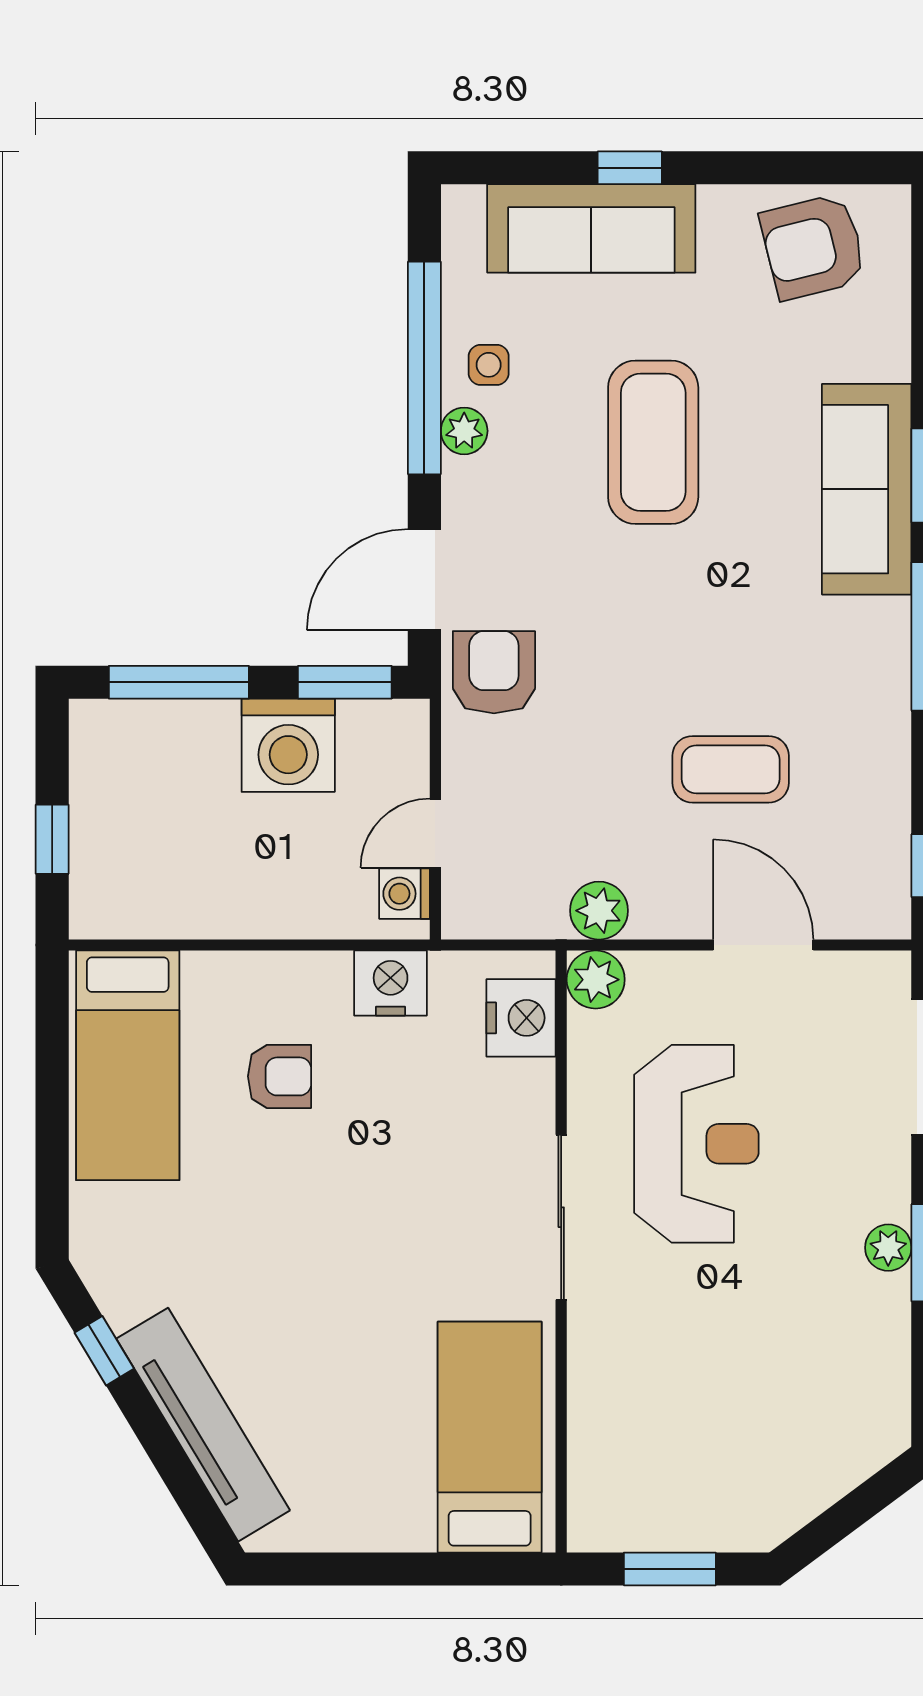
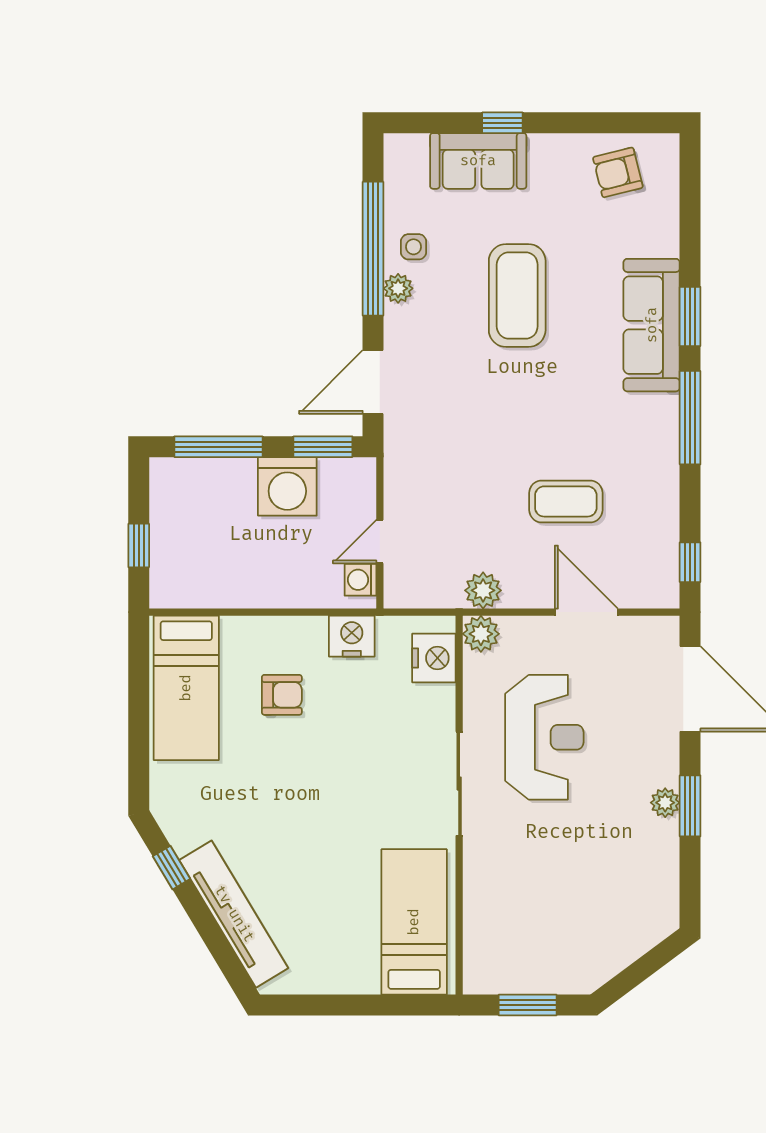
sofa: (591, 228) -> (478, 161), width x0.73
armchair: (813, 247) -> (618, 172), width x0.72, depth x0.72
armchair: (494, 672) -> (417, 440), removed

